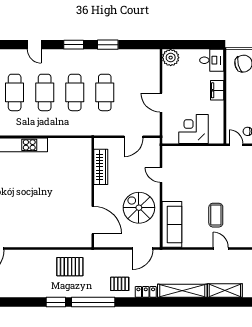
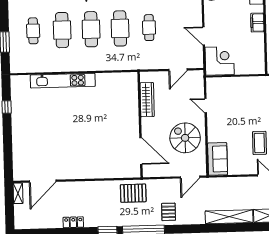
cafe table: (105, 92) -> (149, 28), width x0.73, depth x0.74
corner desk: (194, 129) -> (220, 61), moved, turned 90
sofa: (172, 224) -> (218, 159), width x0.73
pallet: (70, 267) -> (133, 193), moved
pallet: (120, 284) -> (169, 212), turned 90
locker: (146, 292) -> (73, 222), moved

